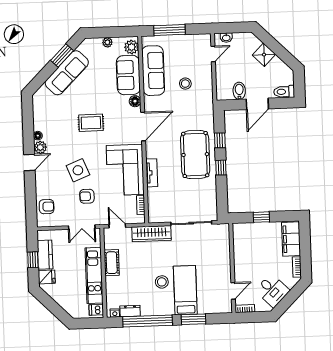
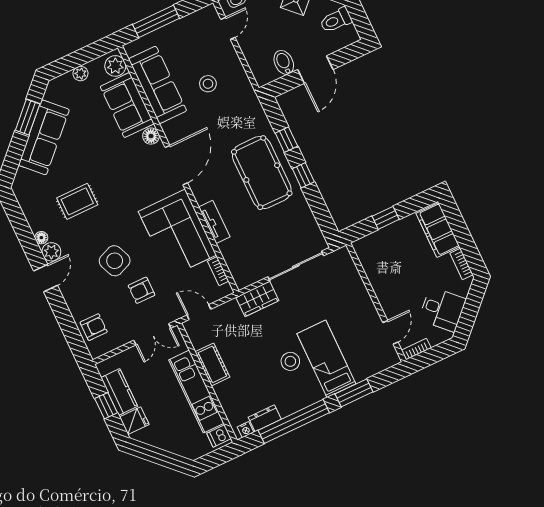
toilet: (284, 92) -> (336, 20), moved
rug: (91, 123) -> (77, 201), moved
wardrobe: (151, 234) -> (257, 299), width x0.67

